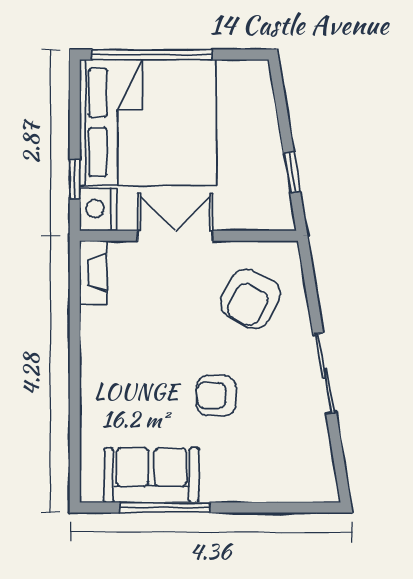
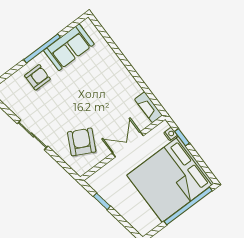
nightstand: (98, 209) -> (171, 134), width x0.53, depth x0.56
double door: (175, 236) -> (128, 144), swing flipped
armchair: (216, 395) -> (37, 77), moved
window: (165, 508) -> (42, 48), moved

